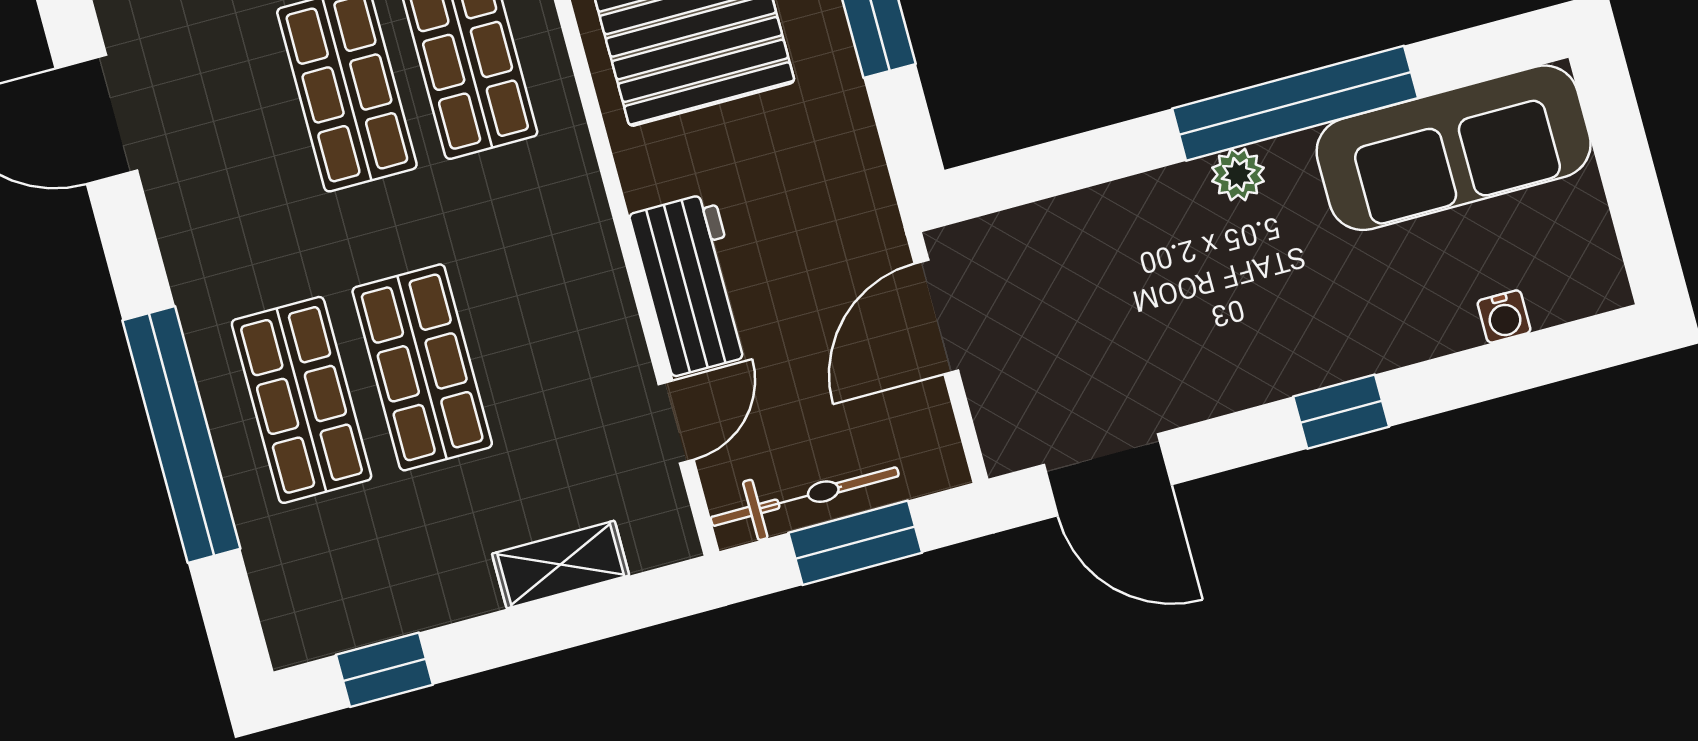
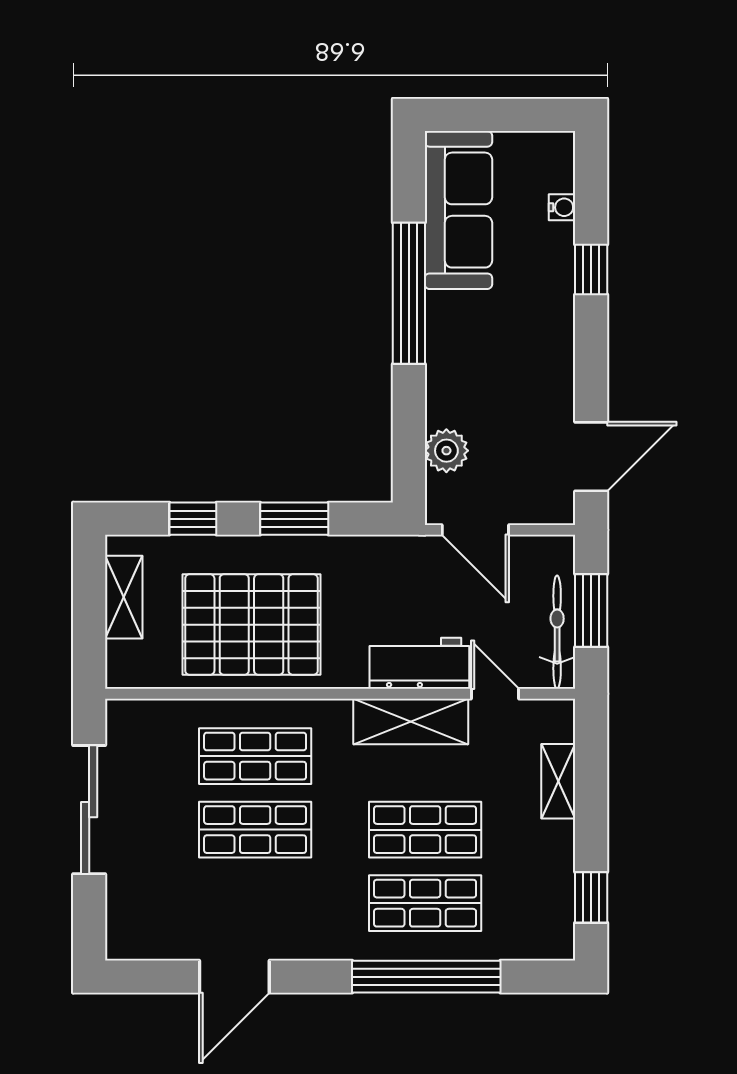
plant: (1238, 174) -> (446, 451), moved, width x1.38, depth x1.38
shelving: (593, 296) -> (411, 721), added
window: (1341, 412) -> (591, 269), moved

